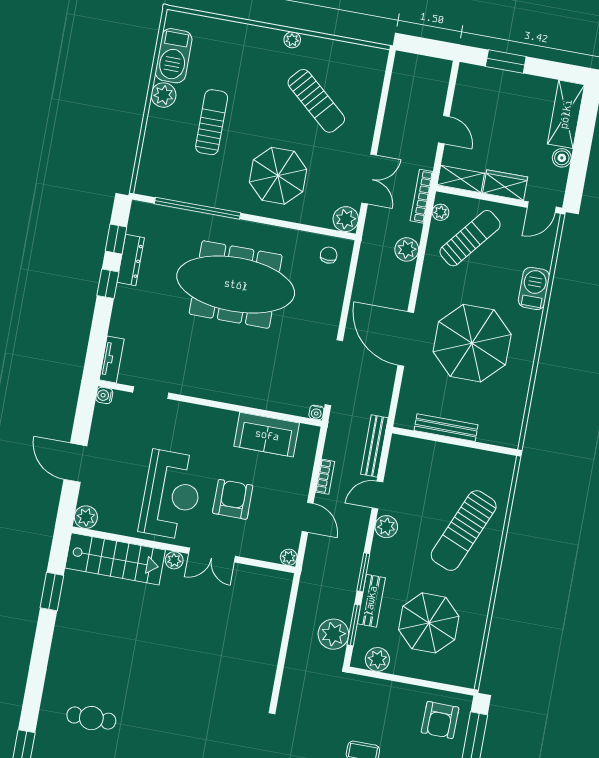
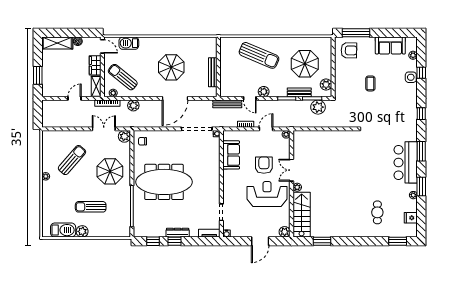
dresser: (131, 260) -> (178, 233), moved
meeting table: (236, 285) -> (164, 182), turned 90
barbecue: (534, 288) -> (129, 43), moved
parasol: (472, 343) -> (171, 67), width x0.73, depth x0.73
armchair: (233, 499) -> (264, 165), turned 90
double door: (212, 555) -> (292, 170), swing flipped

